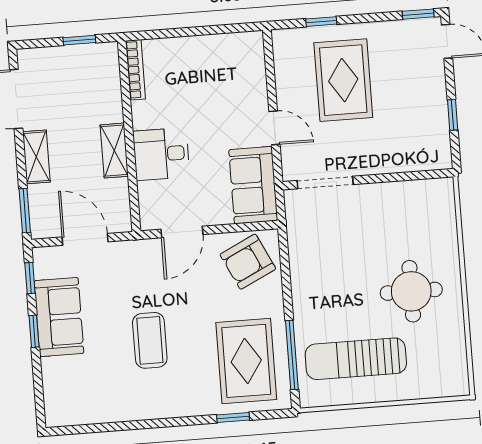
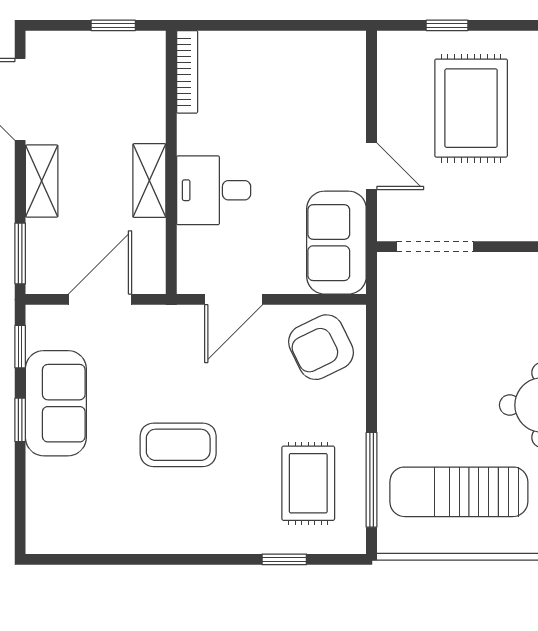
door: (85, 239) -> (100, 299), hinge flipped
coffee table: (150, 340) -> (178, 445), turned 90
rug: (246, 361) -> (308, 483), width x0.73, depth x0.70

